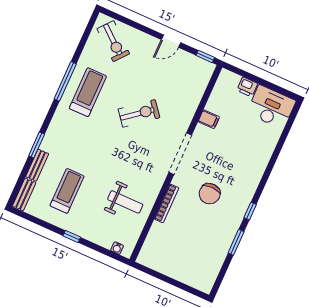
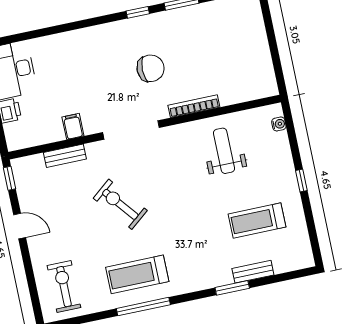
exercise bike: (113, 41) -> (64, 287), turned -40
bench: (24, 194) -> (65, 156), moved

